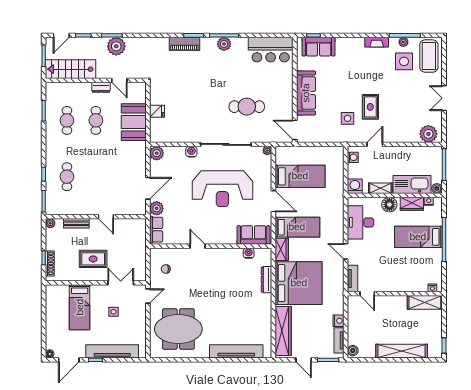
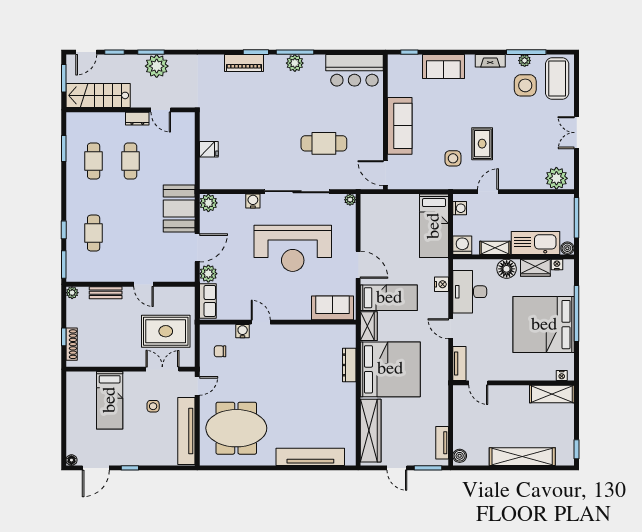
sofa: (319, 47) -> (443, 67), moved
booth: (134, 122) -> (179, 208), moved
bed: (300, 176) -> (434, 226), moved, turned 90
bed: (418, 237) -> (544, 325), width x2.04
water cooler: (249, 253) -> (243, 331), moved
rug: (93, 259) -> (166, 331), moved, width x1.36, depth x1.43
nightstand: (339, 321) -> (441, 284), moved
tv unit: (112, 351) -> (186, 431), moved, turned -90

